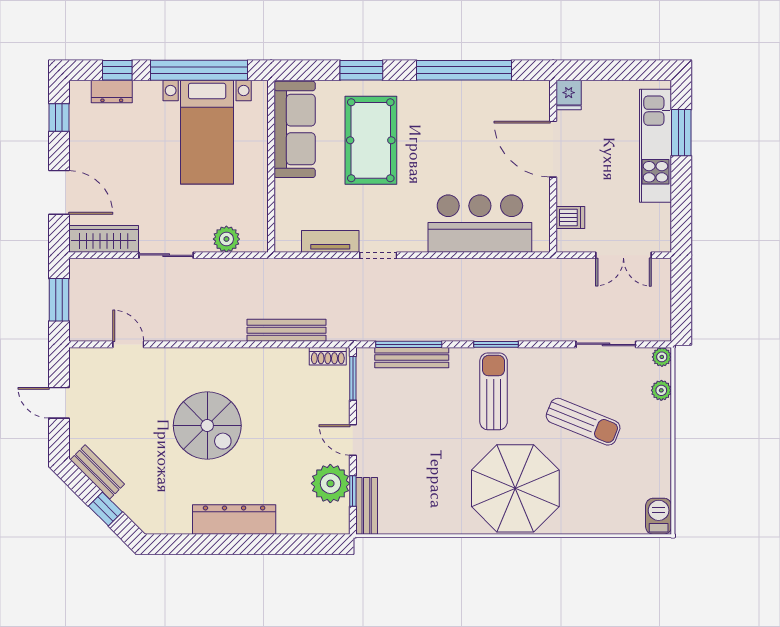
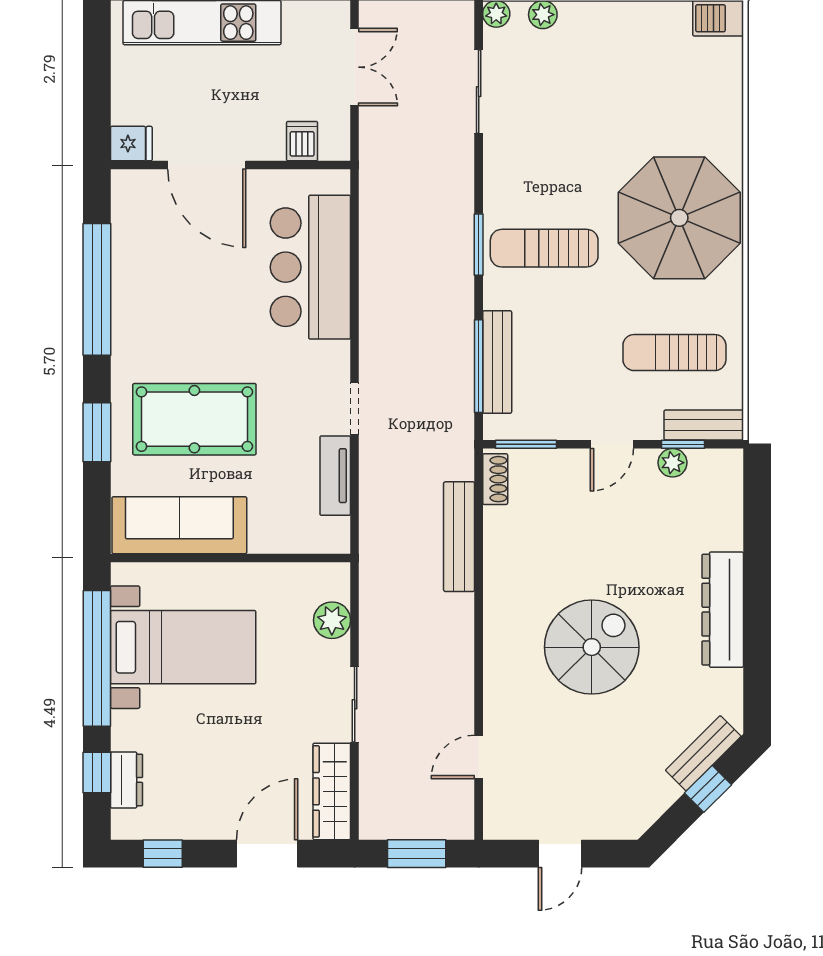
door: (553, 149) -> (207, 165), hinge flipped
sun lounger: (583, 422) -> (674, 353), moved, turned -112
bench: (97, 472) -> (703, 753), moved
plant: (330, 483) -> (673, 463), width x0.53, depth x0.53

